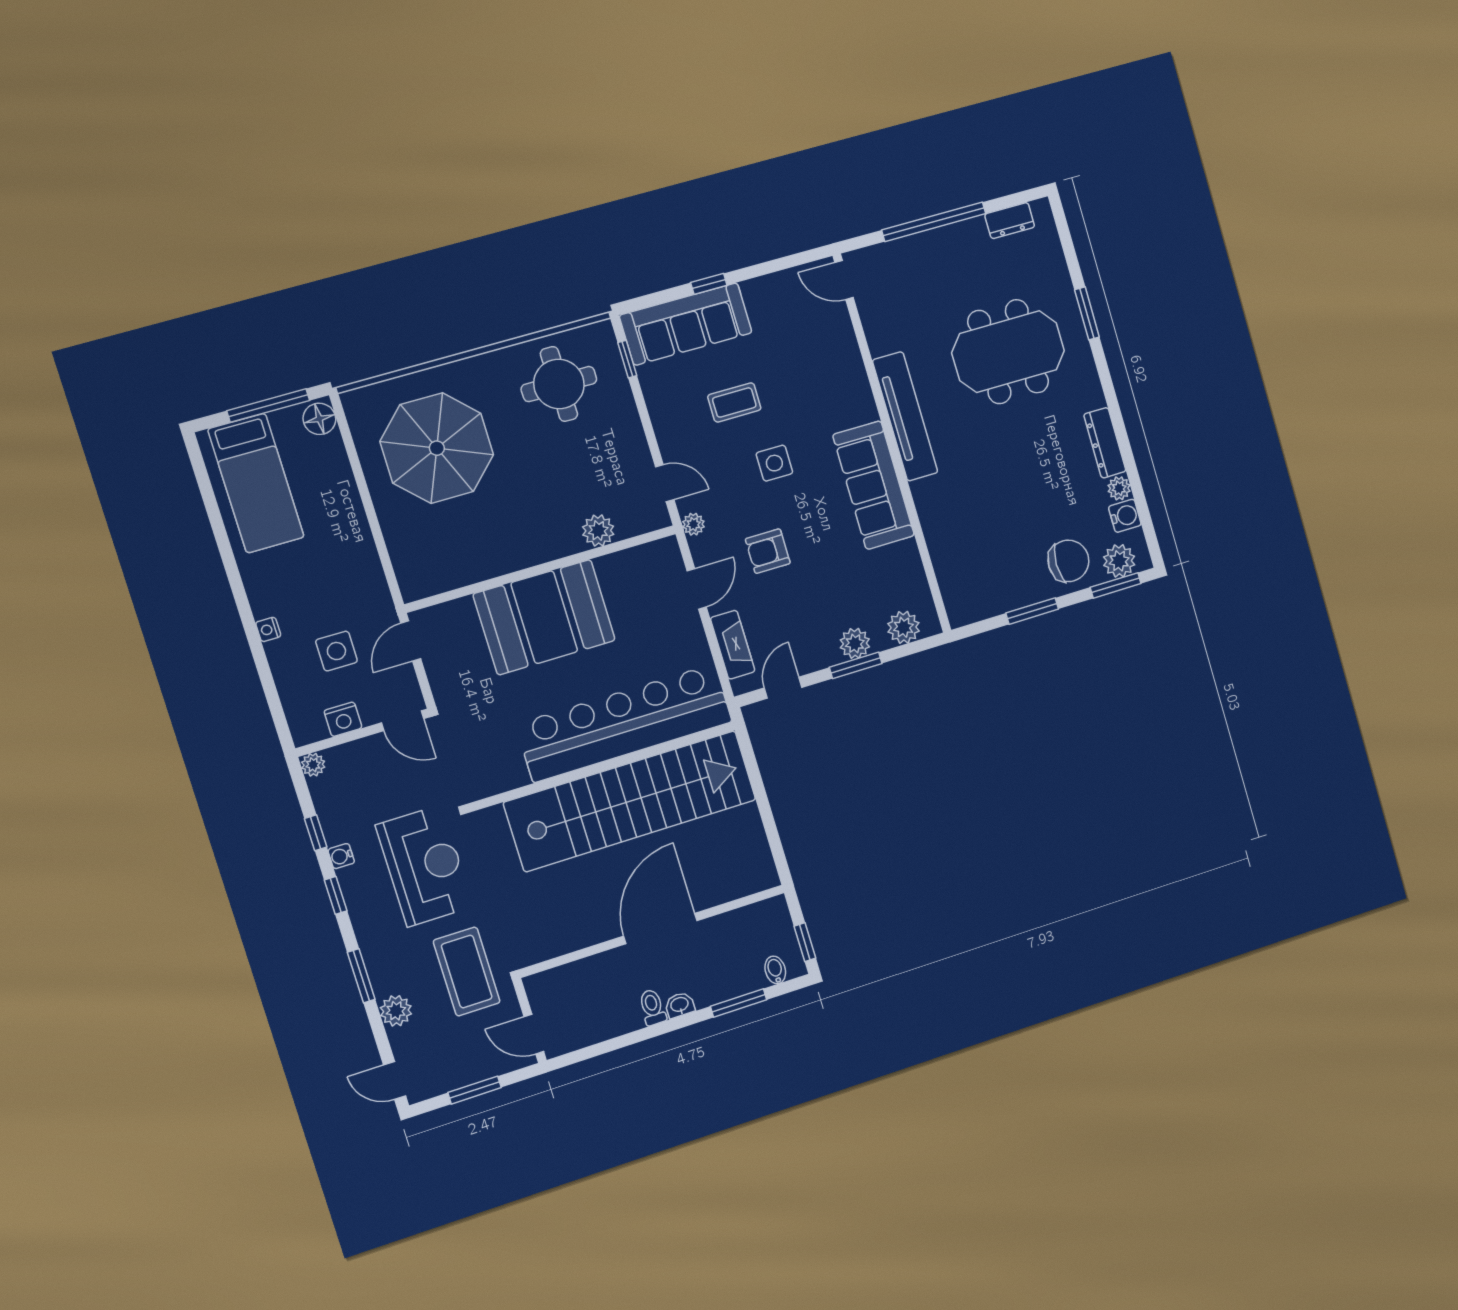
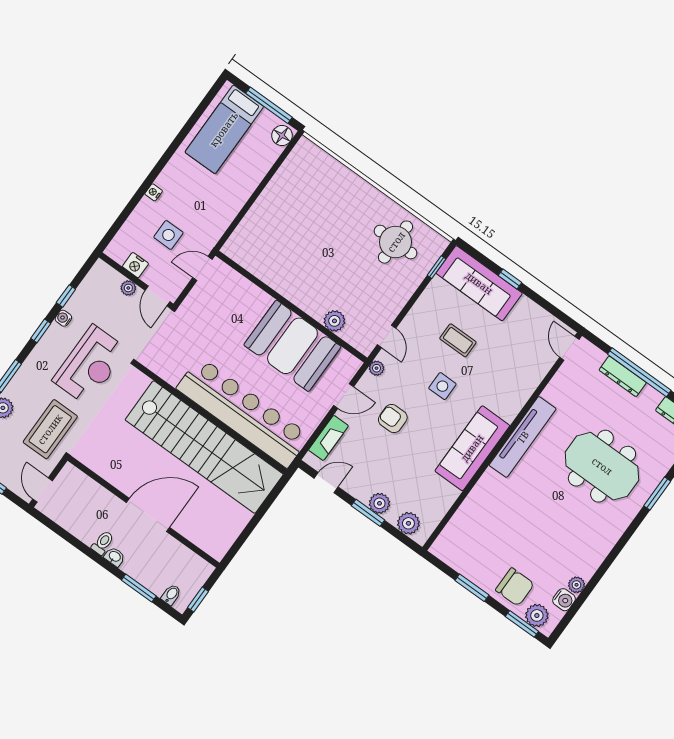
dresser: (1105, 443) -> (623, 376), moved, turned -90
parasol: (437, 448) -> (313, 206), removed
booth: (544, 617) -> (292, 346), moved
plant: (313, 765) -> (128, 288), moved

